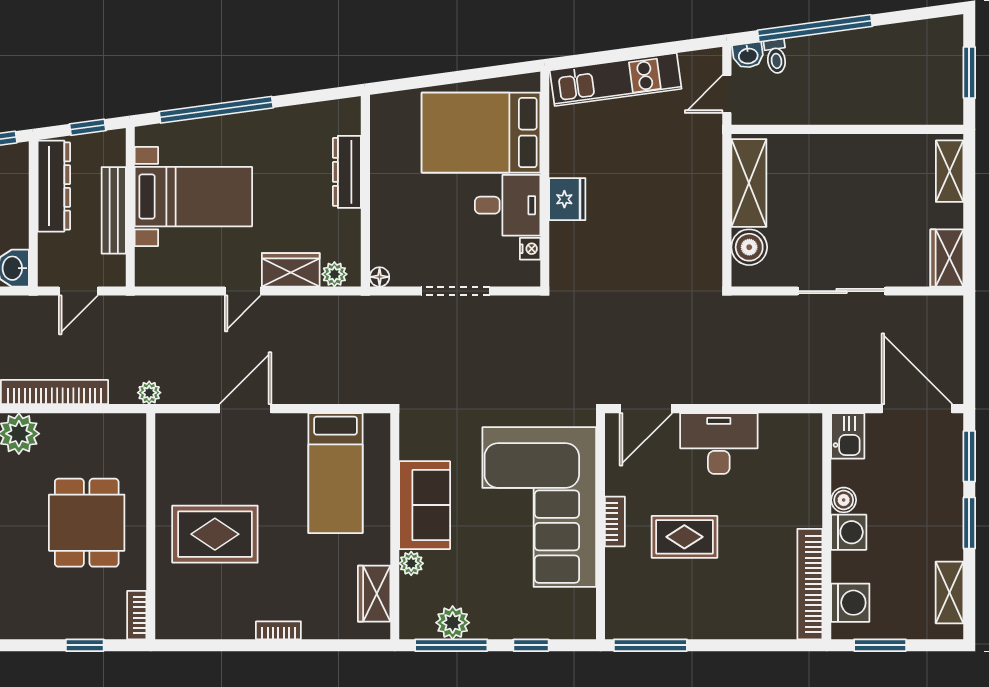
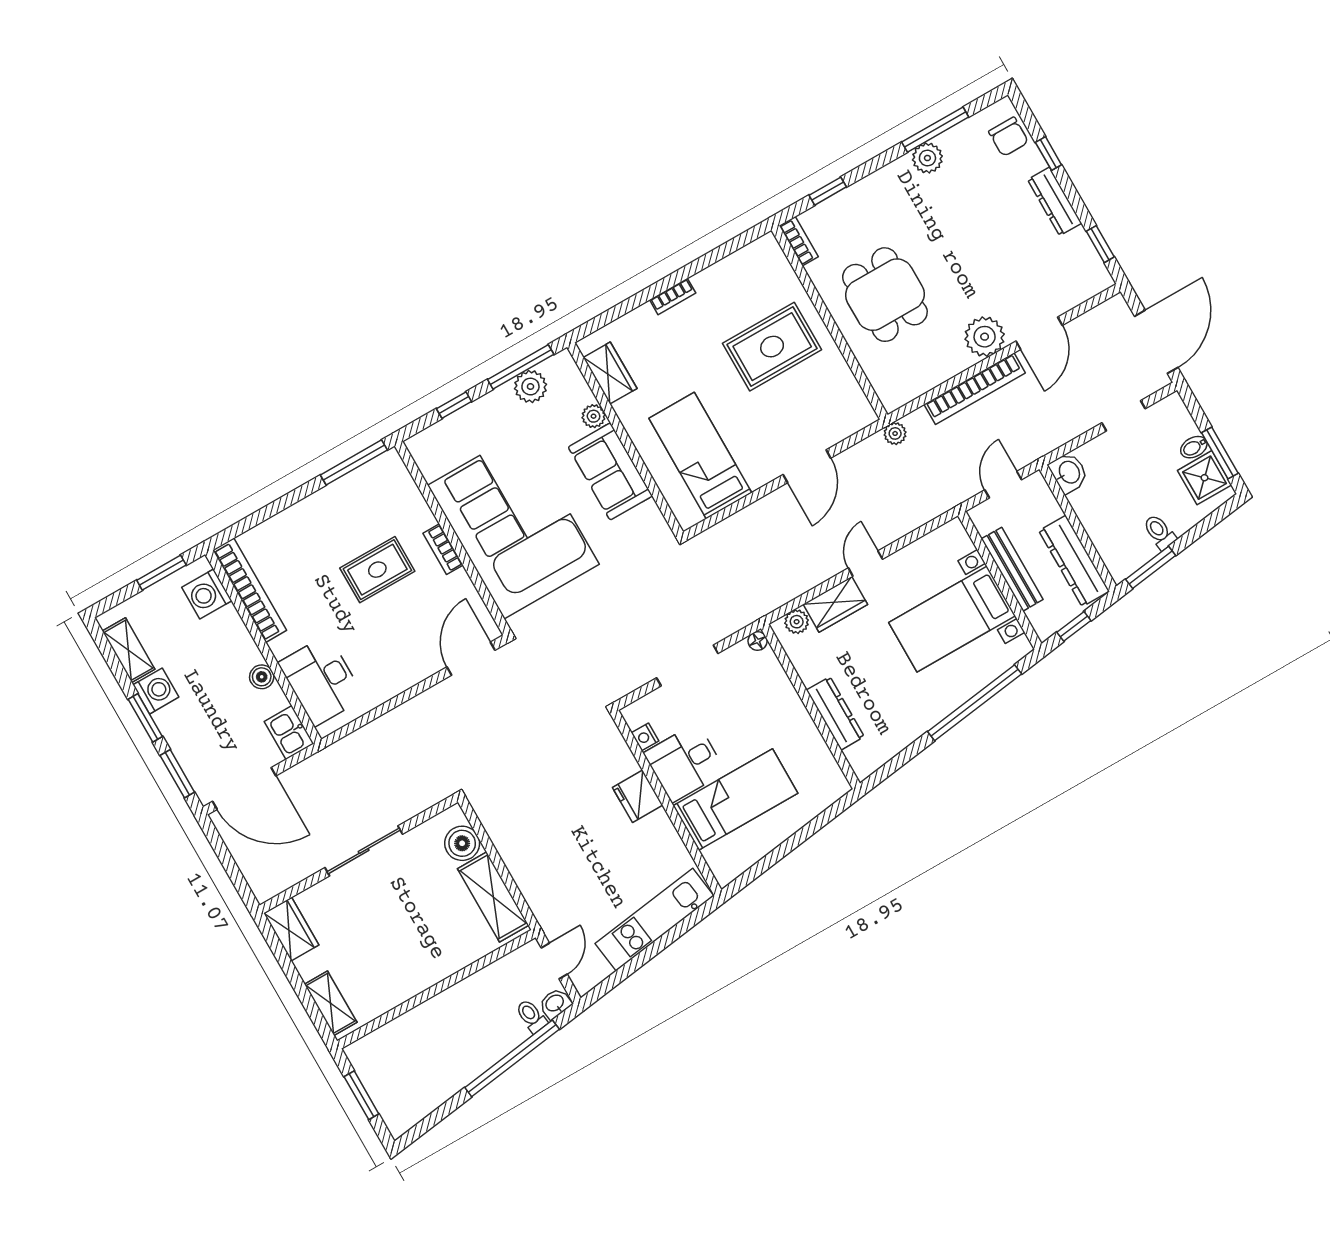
bed: (481, 133) -> (735, 800), width x0.67
desk: (719, 443) -> (321, 681), moved, turned 90
washing machine: (849, 532) -> (156, 691), moved, turned 180

